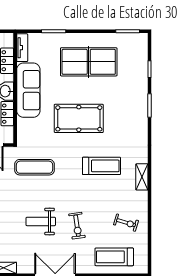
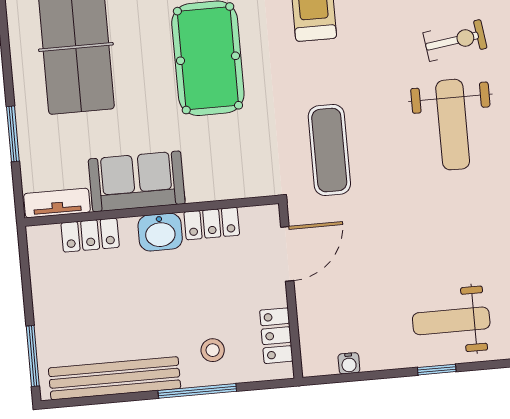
sofa: (28, 90) -> (137, 181), width x0.73
weight bench: (41, 221) -> (453, 125), width x1.36, depth x1.33

